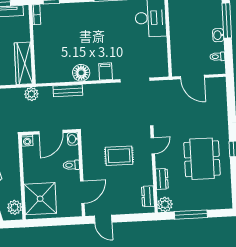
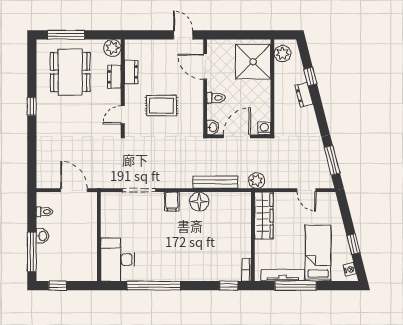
bench: (68, 91) -> (215, 182), width x1.36
dining table: (202, 159) -> (70, 72), moved
door: (82, 192) -> (205, 67), hinge flipped
dresser: (148, 196) -> (131, 72), moved
window: (191, 215) -> (66, 35), moved

